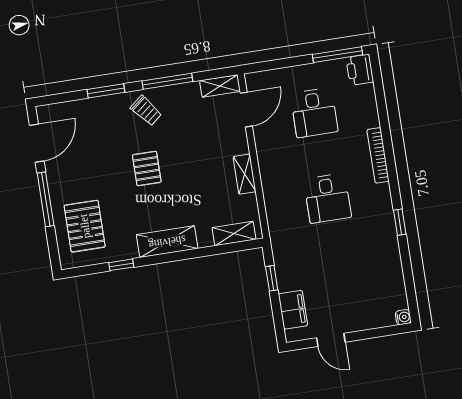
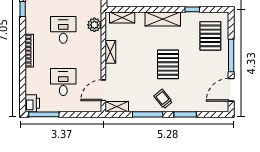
pallet: (147, 169) -> (168, 64), width x1.50, depth x1.42
plant: (278, 215) -> (94, 25), added

